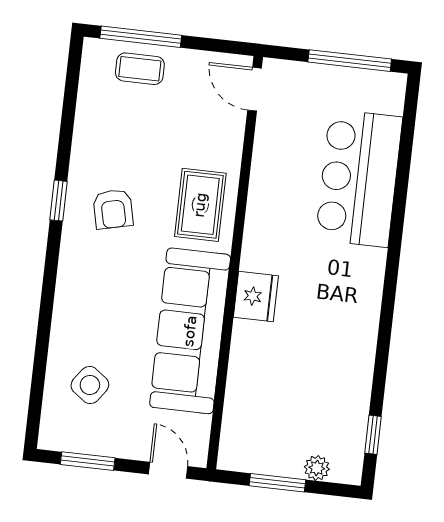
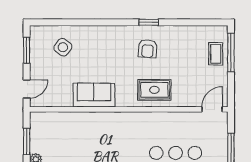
armchair: (113, 209) -> (148, 49), turned -73
fridge: (256, 297) -> (114, 121), removed
sofa: (190, 331) -> (94, 95), width x0.54, depth x0.79

